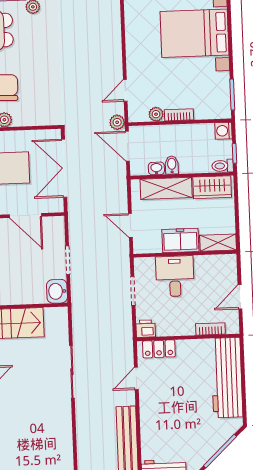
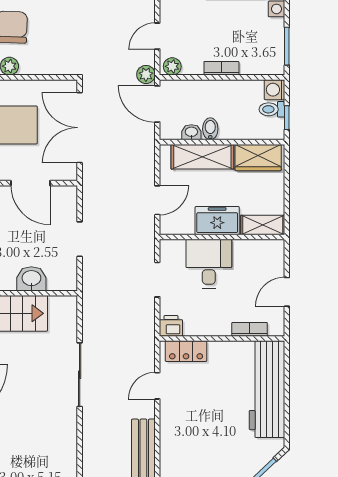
plant: (156, 114) -> (172, 66), moved
toilet: (223, 166) -> (272, 109), moved
door: (130, 226) -> (157, 200), swing flipped
washbasin: (57, 291) -> (31, 279), moved, turned 90

